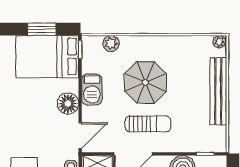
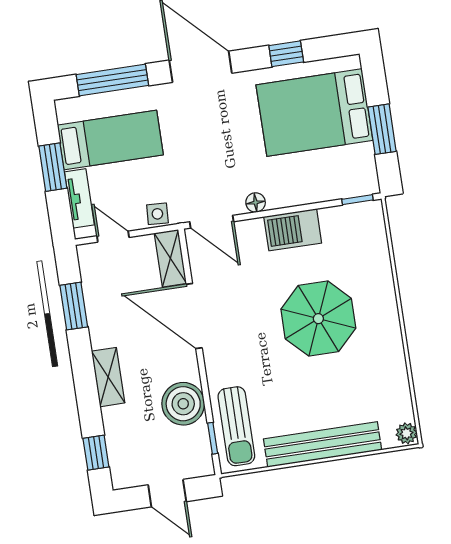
plant: (111, 44) -> (375, 250), removed
bed: (47, 57) -> (314, 113), moved, turned -90
floor lamp: (68, 104) -> (256, 203), width x0.53, depth x0.53
sun lounger: (148, 124) -> (236, 426), moved

